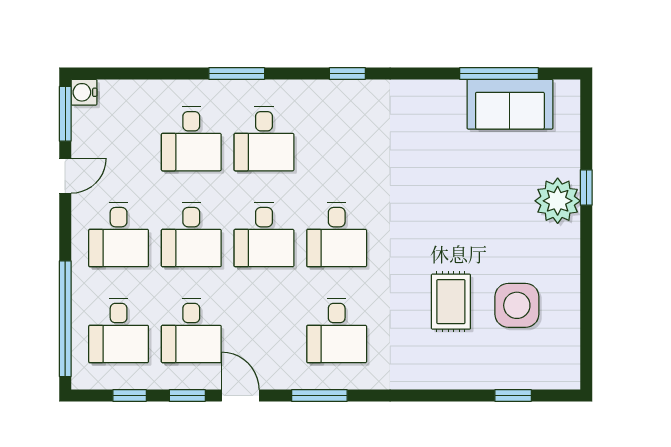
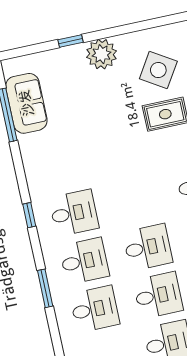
plant: (558, 201) -> (101, 54), moved
desk: (337, 235) -> (74, 213), moved
side table: (517, 305) -> (158, 70), turned 32

